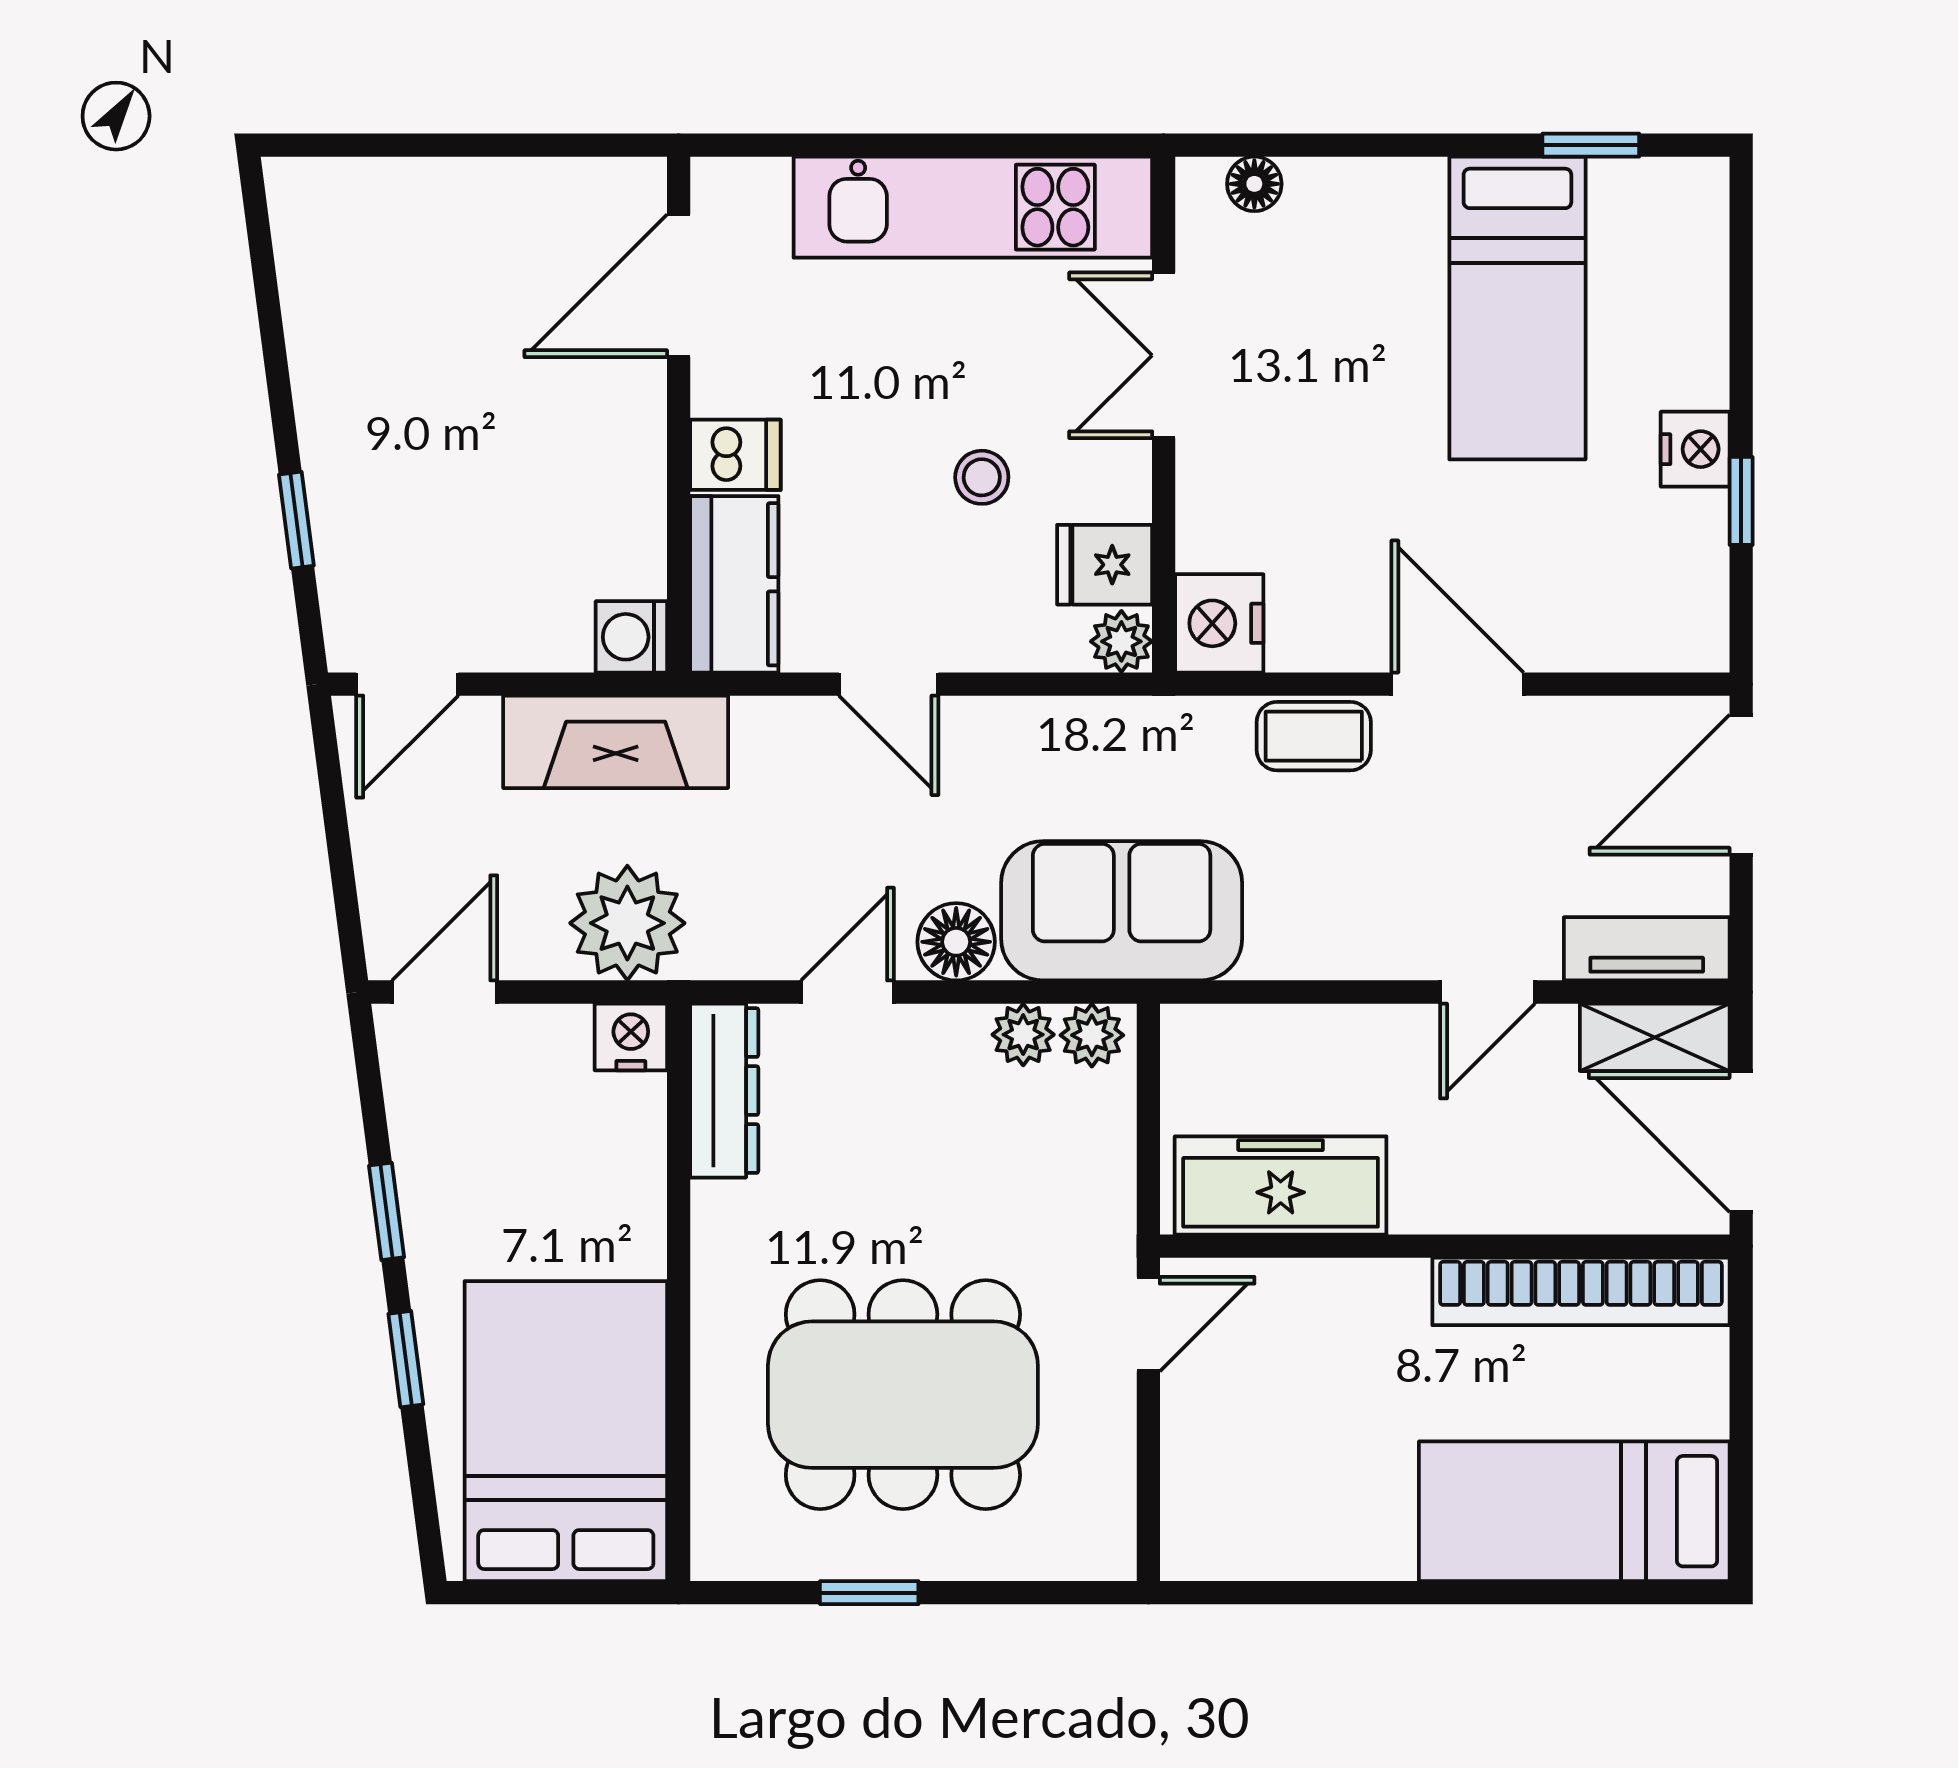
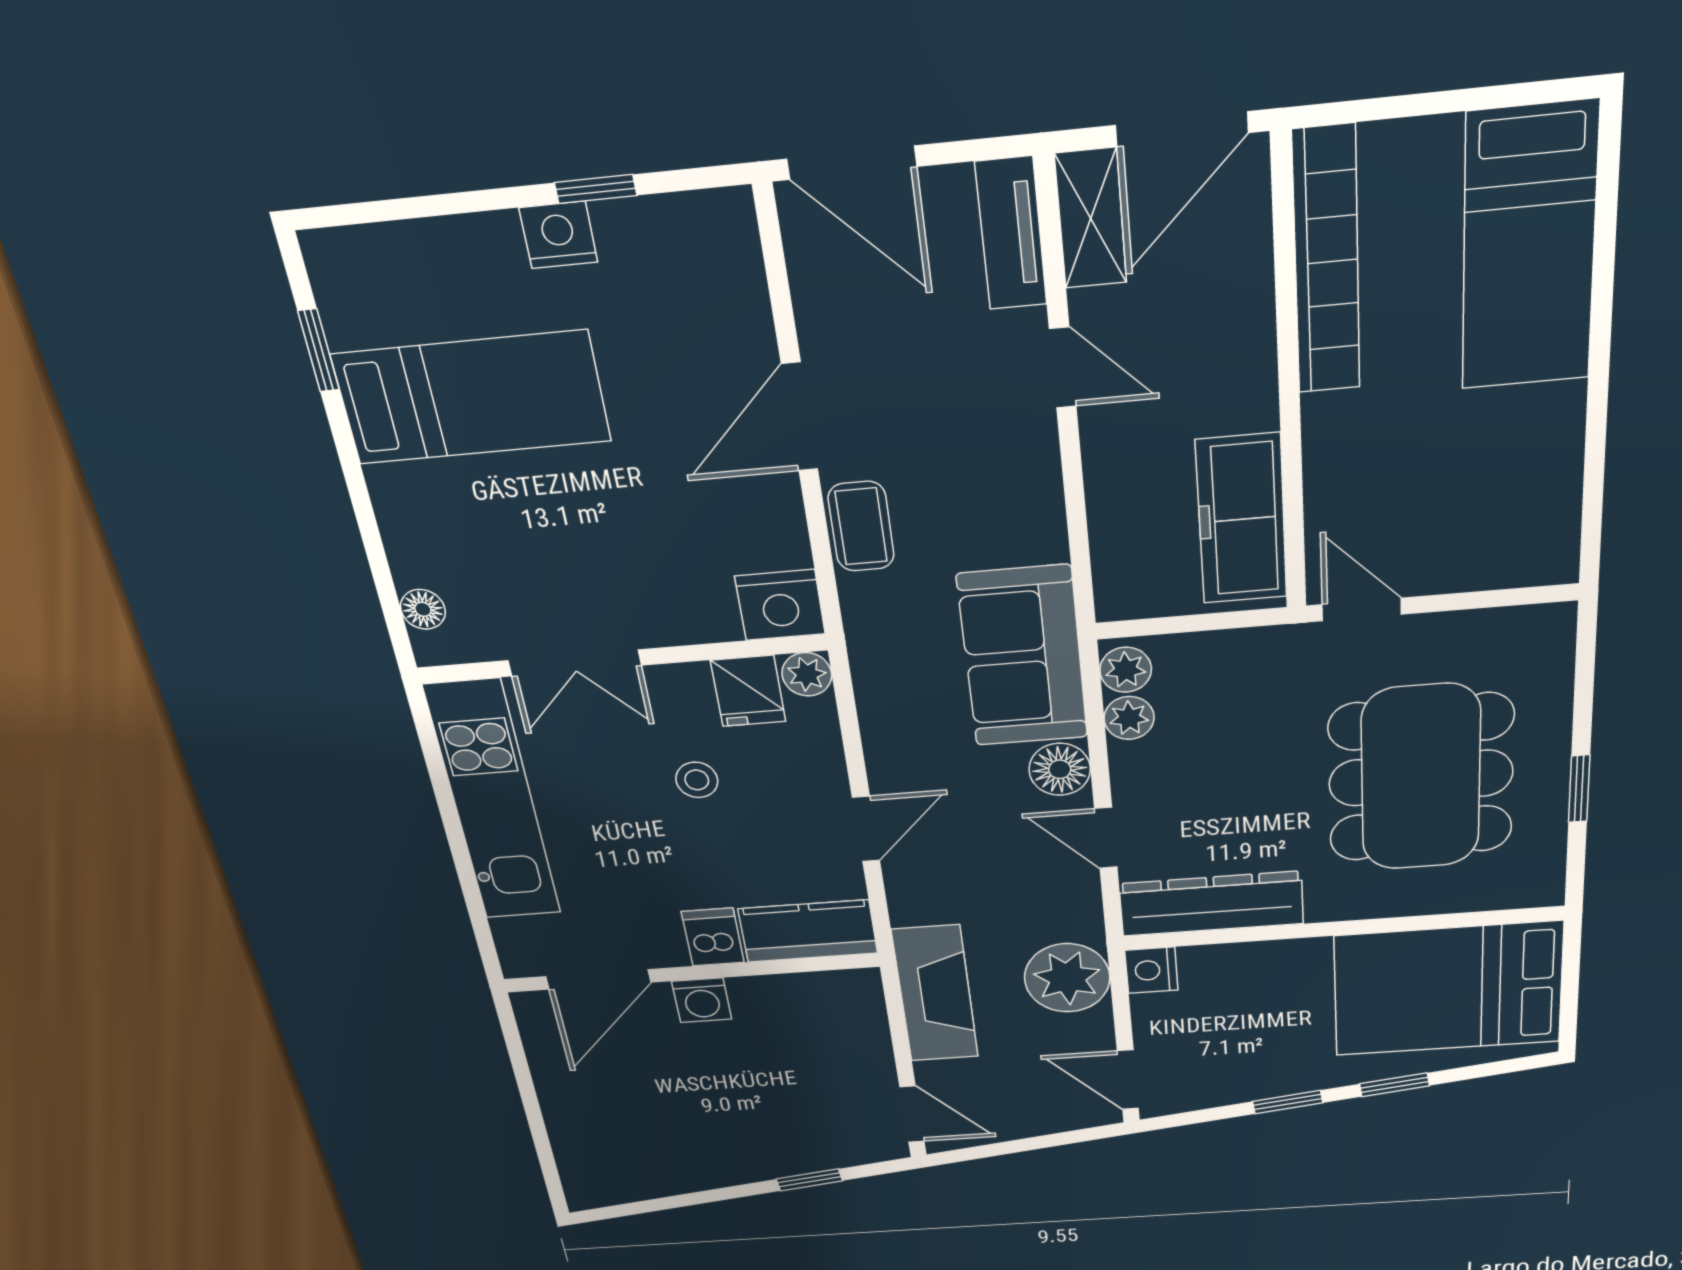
door: (679, 286) -> (598, 979), hinge flipped
washing machine: (631, 637) -> (702, 1000), moved
dresser: (724, 1091) -> (1211, 904), width x1.37, depth x1.24

